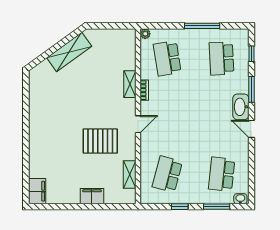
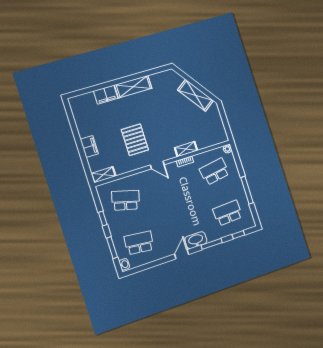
shelving: (37, 123) -> (133, 87), added
shelving: (130, 174) -> (104, 175), moved
filing cabinet: (37, 191) -> (106, 95), moved

